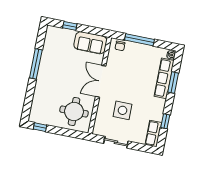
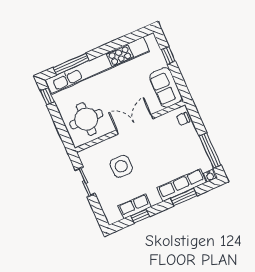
window: (139, 40) -> (210, 151), moved
window: (36, 64) -> (71, 64), moved
kitchen unit: (43, 79) -> (97, 66), added
row of seats: (153, 134) -> (135, 206), moved

